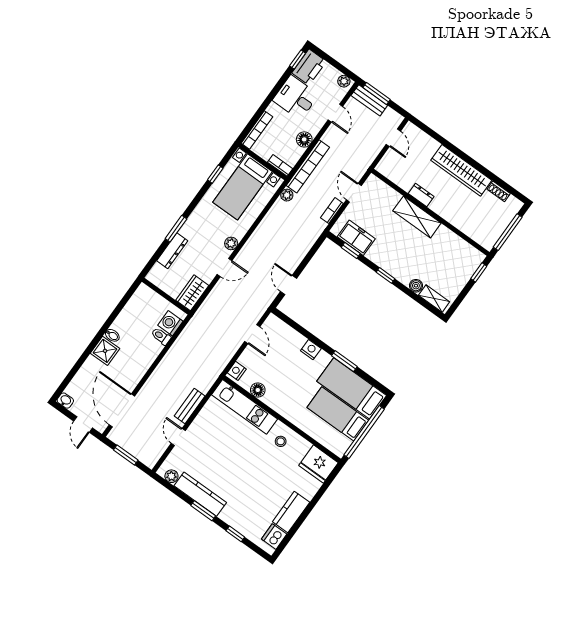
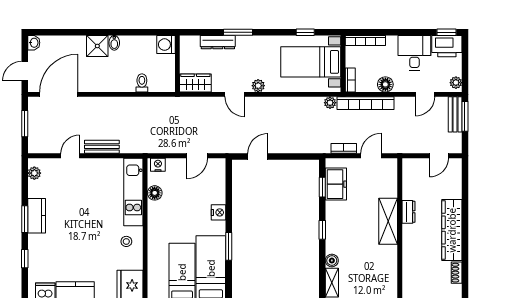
washing machine: (170, 323) -> (166, 45), moved, turned -90
kitchen counter: (200, 494) -> (37, 216), width x0.67

